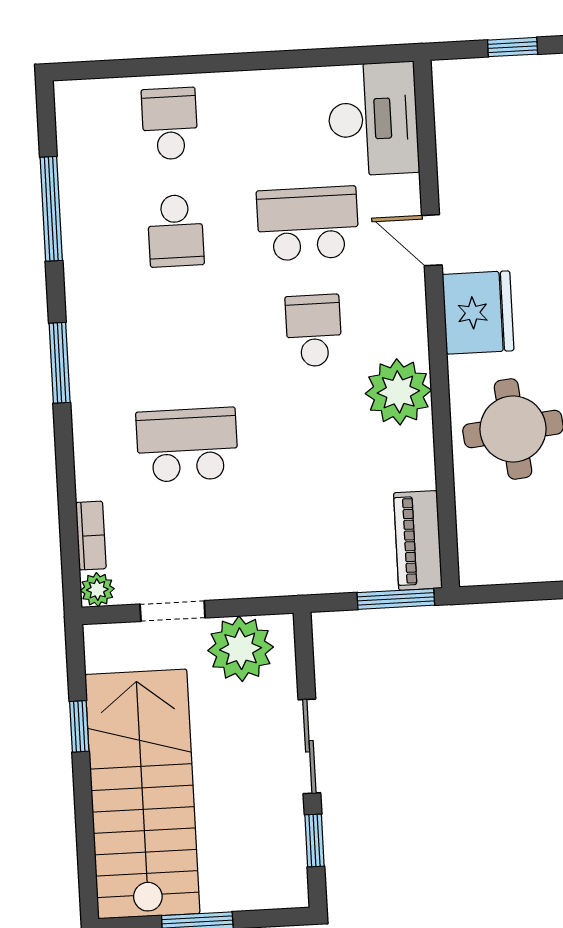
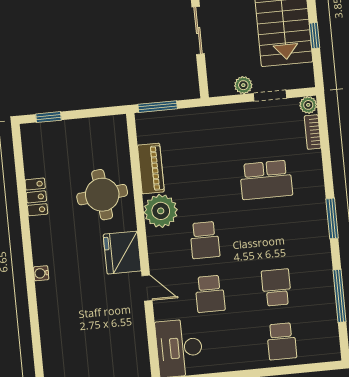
school desk: (308, 224) -> (210, 294), width x0.54
piano: (418, 540) -> (151, 169), moved
plant: (241, 649) -> (243, 85), width x0.53, depth x0.53

